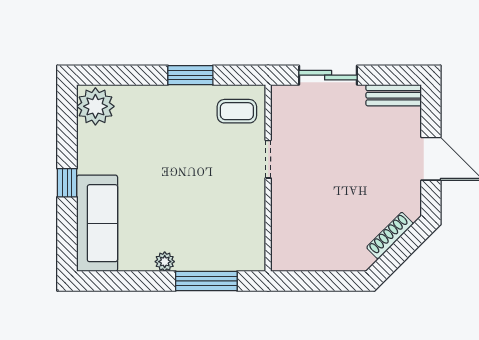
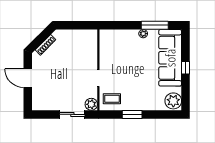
bench: (394, 95) -> (44, 106), removed
plant: (284, 99) -> (91, 104), added
sofa: (97, 223) -> (170, 58), width x1.36, depth x1.27
window: (206, 281) -> (155, 25), moved

